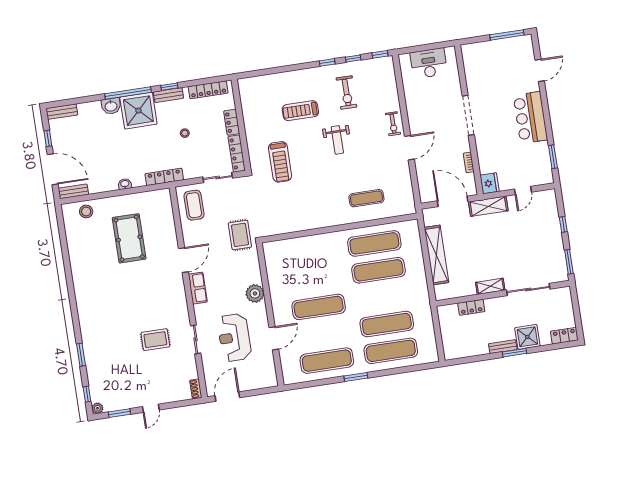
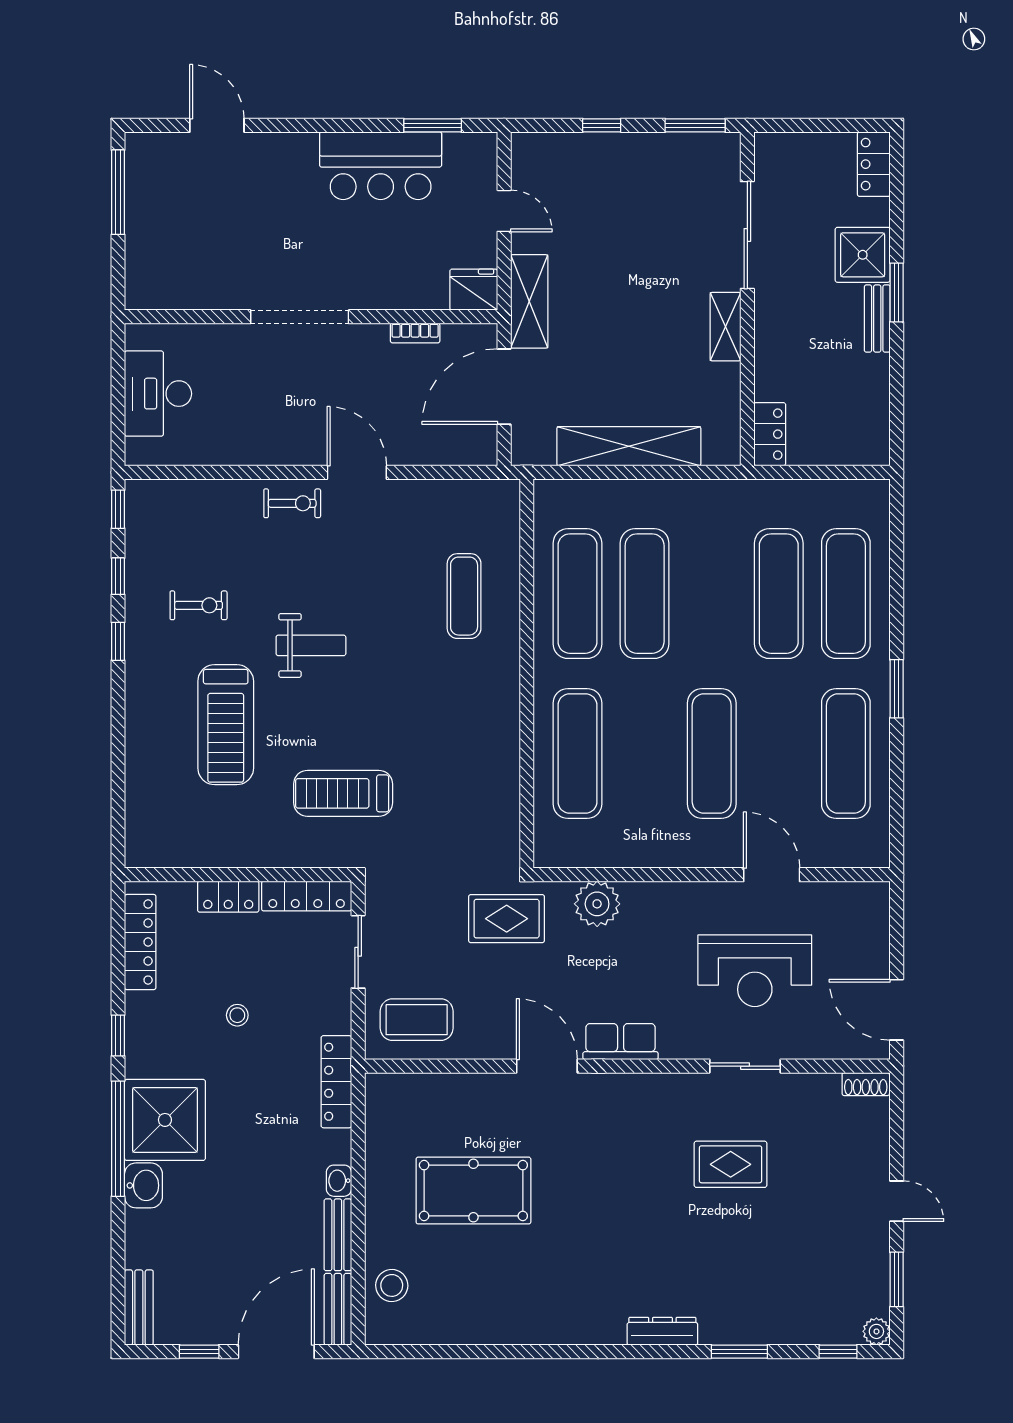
exercise bike: (346, 93) -> (199, 605), width x0.73, depth x0.72
bench: (168, 95) -> (338, 1235), moved
treadmill: (300, 111) -> (226, 725), width x1.37, depth x1.38
bar counter: (530, 118) -> (381, 166), moved
treadmill: (280, 162) -> (343, 793), turned 180
exercise mat: (310, 253) -> (577, 753), added
plant: (255, 293) -> (597, 904), moved
locker: (471, 307) -> (770, 434), moved
dresser: (84, 323) -> (662, 1331), added
rug: (155, 340) -> (731, 1164), turned 90

